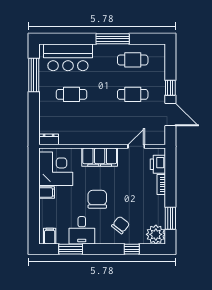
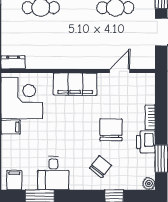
printer: (158, 164) -> (146, 142), moved
chair: (97, 199) -> (111, 130), moved
plant: (156, 234) -> (149, 184), width x0.53, depth x0.53

